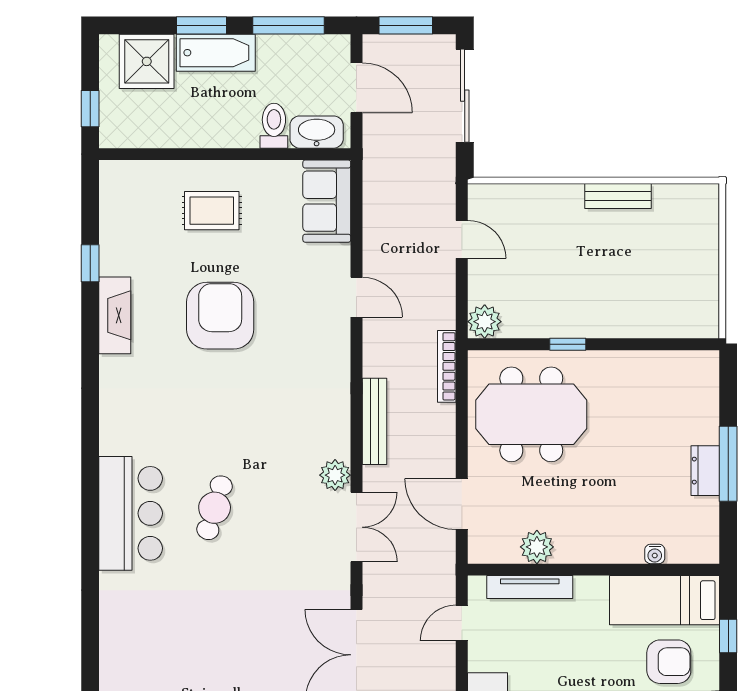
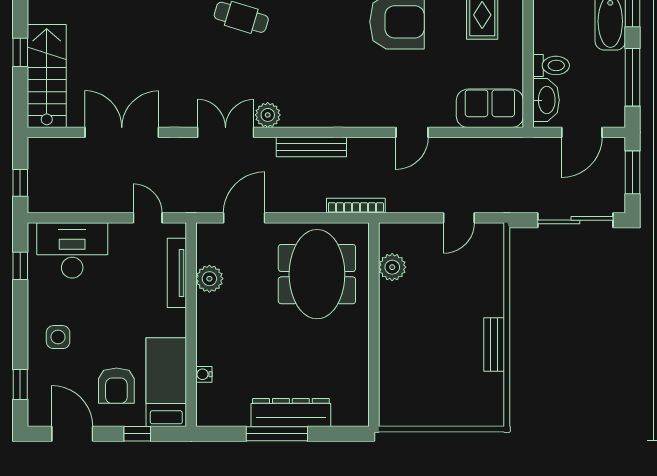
plant: (485, 322) -> (392, 267), moved
window: (568, 344) -> (374, 304), removed
dresser: (705, 471) -> (291, 412), width x1.96, depth x1.24
double door: (356, 527) -> (226, 132), swing flipped

